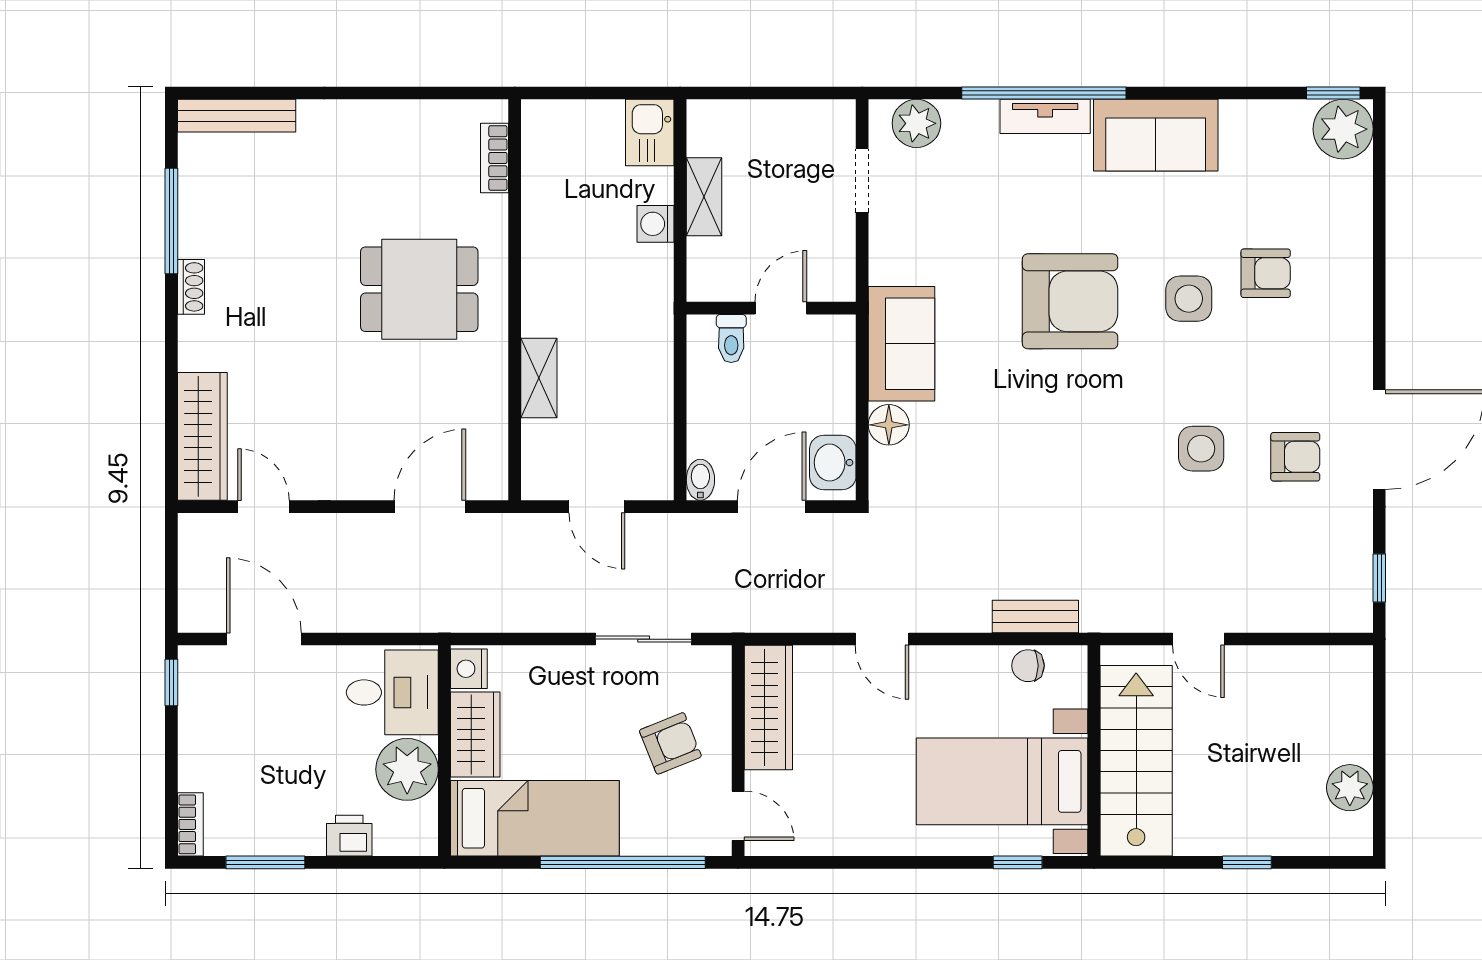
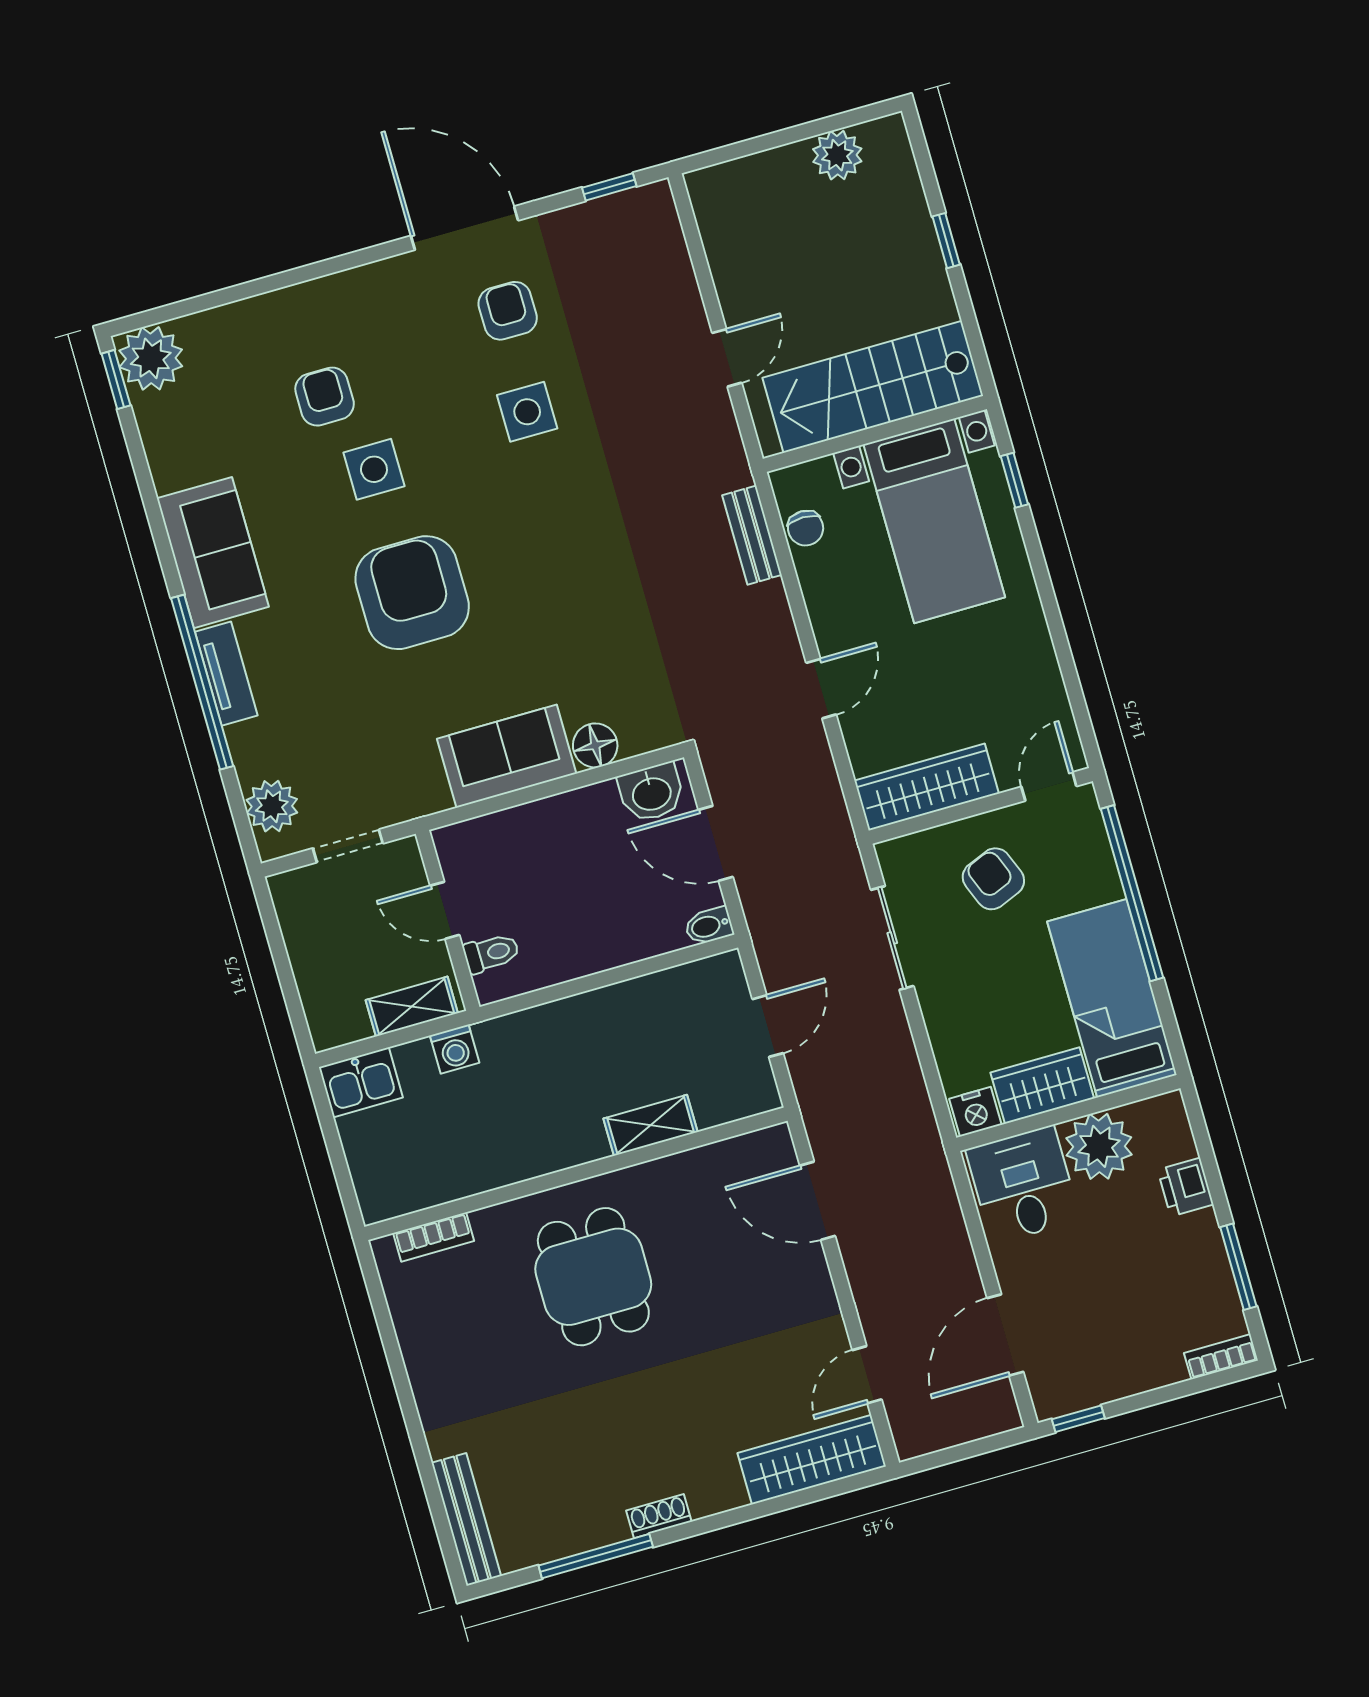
wall: (771, 308) -> (448, 920), moved
door: (781, 308) -> (445, 910), moved
toilet: (731, 339) -> (491, 953), moved

